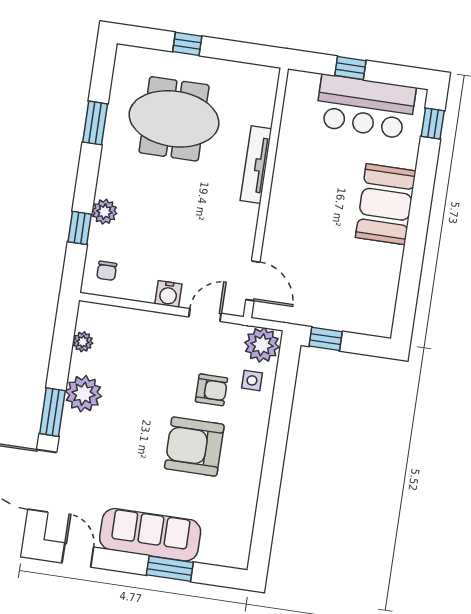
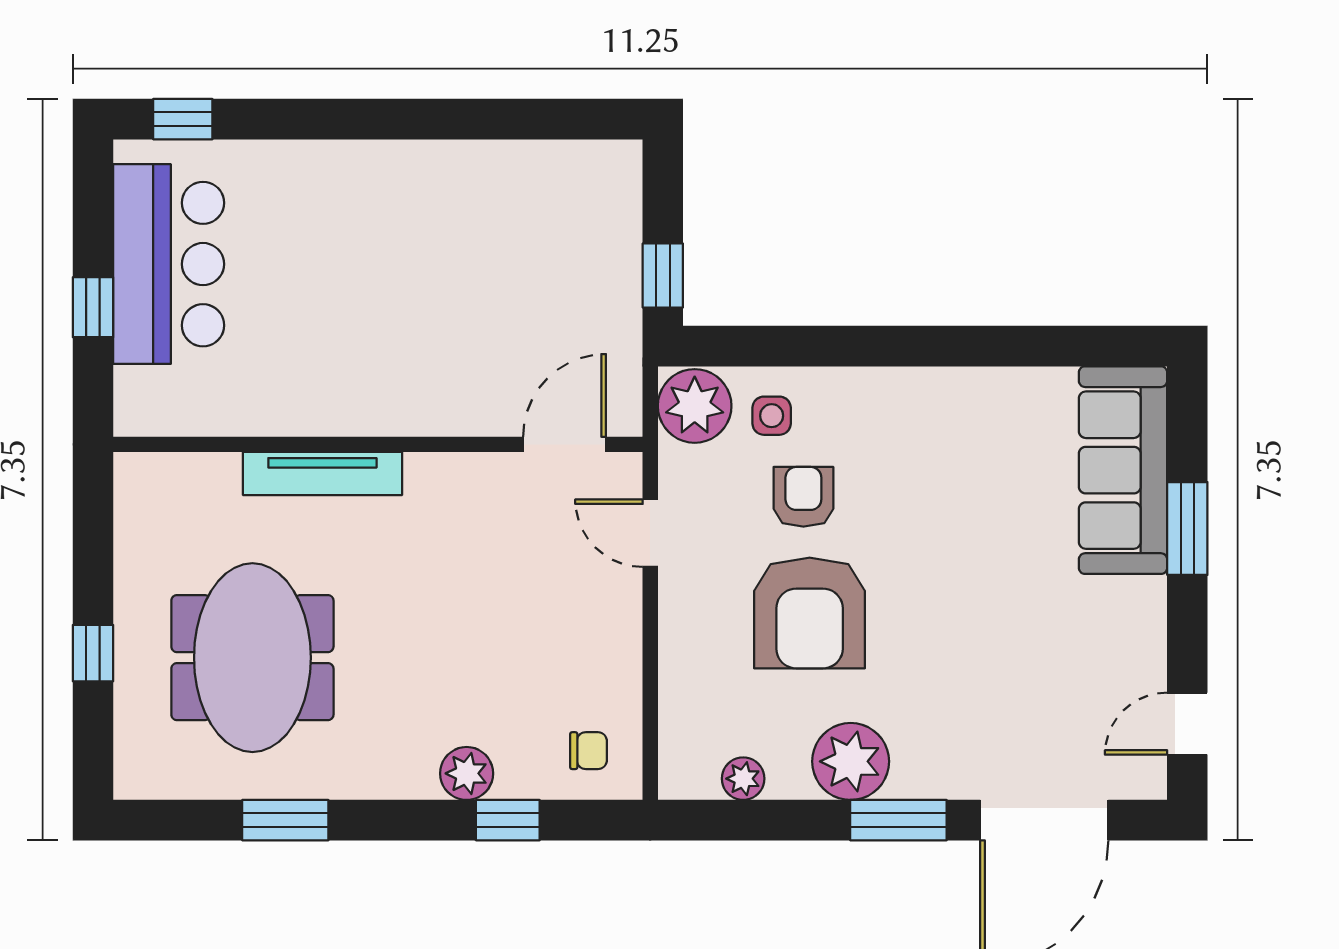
booth: (386, 204) -> (365, 192), removed
water cooler: (168, 294) -> (618, 616), removed
armchair: (194, 447) -> (810, 613), moved
sofa: (150, 535) -> (1123, 470), moved

